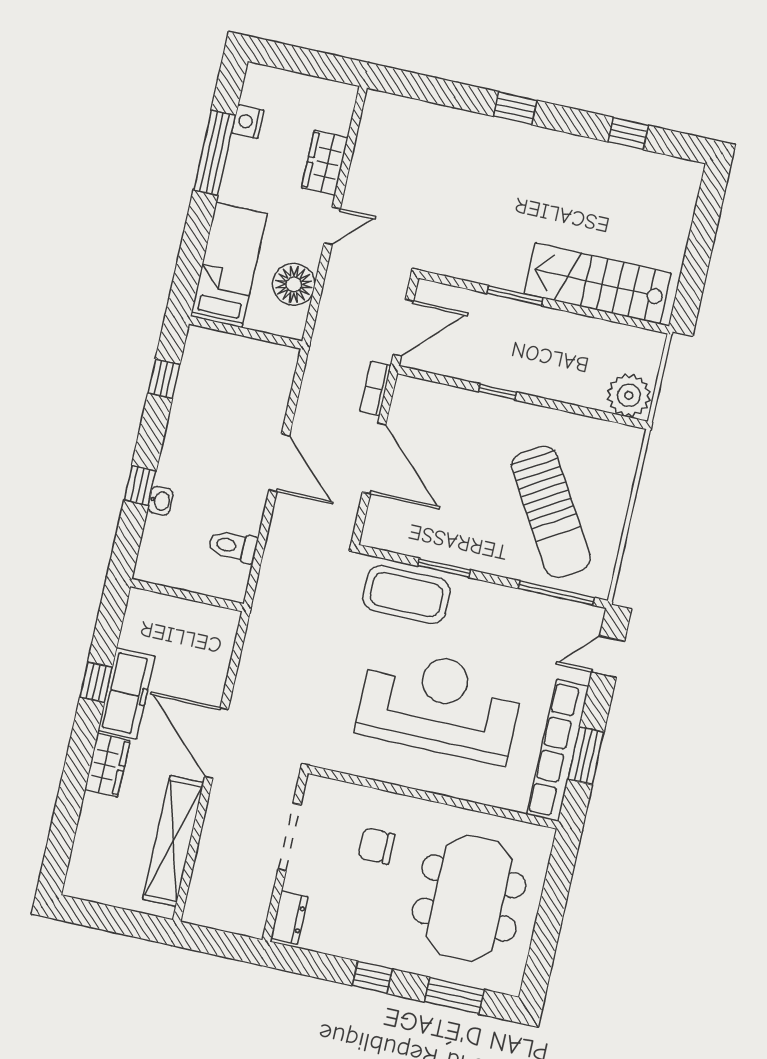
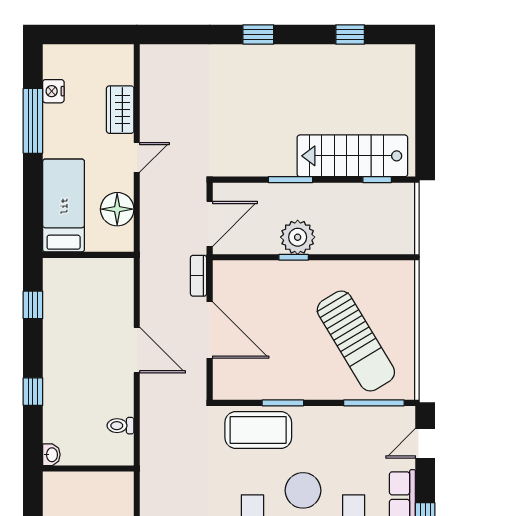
window: (621, 319) -> (377, 180), added
plant: (629, 395) -> (298, 237), moved
washbasin: (160, 501) -> (51, 455), moved
toilet: (233, 546) -> (121, 426), width x0.73, depth x0.72

